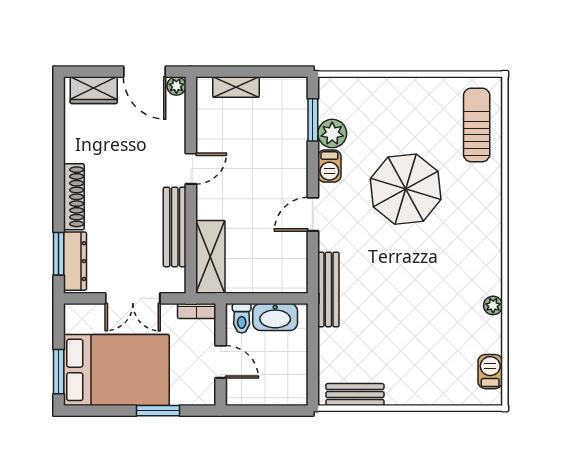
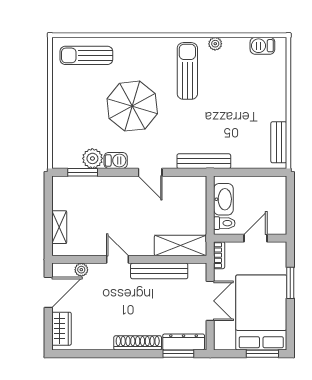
plant: (176, 86) -> (81, 270), moved
sun lounger: (455, 266) -> (187, 71), added

